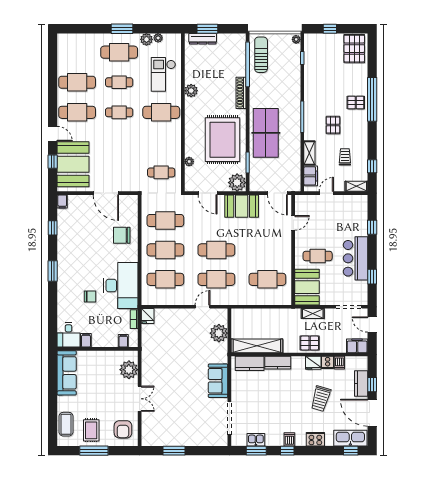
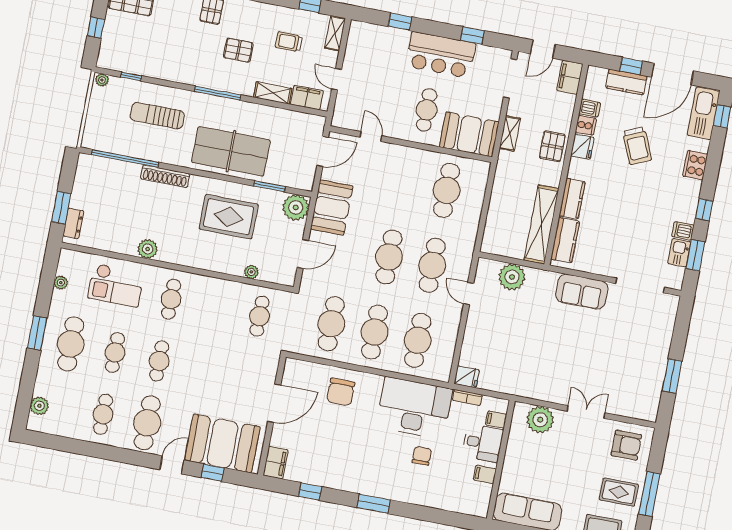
plant: (146, 39) -> (39, 406), moved
dresser: (203, 39) -> (73, 223), width x0.70
sun lounger: (261, 55) -> (157, 116), moved
cafe table: (77, 82) -> (103, 414), width x0.73, depth x0.74
cafe table: (161, 112) -> (171, 299), width x0.73, depth x0.74
rug: (223, 140) -> (229, 217), width x0.73, depth x0.69
filing cabinet: (62, 201) -> (276, 463), width x2.00
desk: (68, 335) -> (483, 443), moved
trolley: (321, 399) -> (637, 146), turned 50
dishwasher: (289, 439) -> (683, 231), moved

